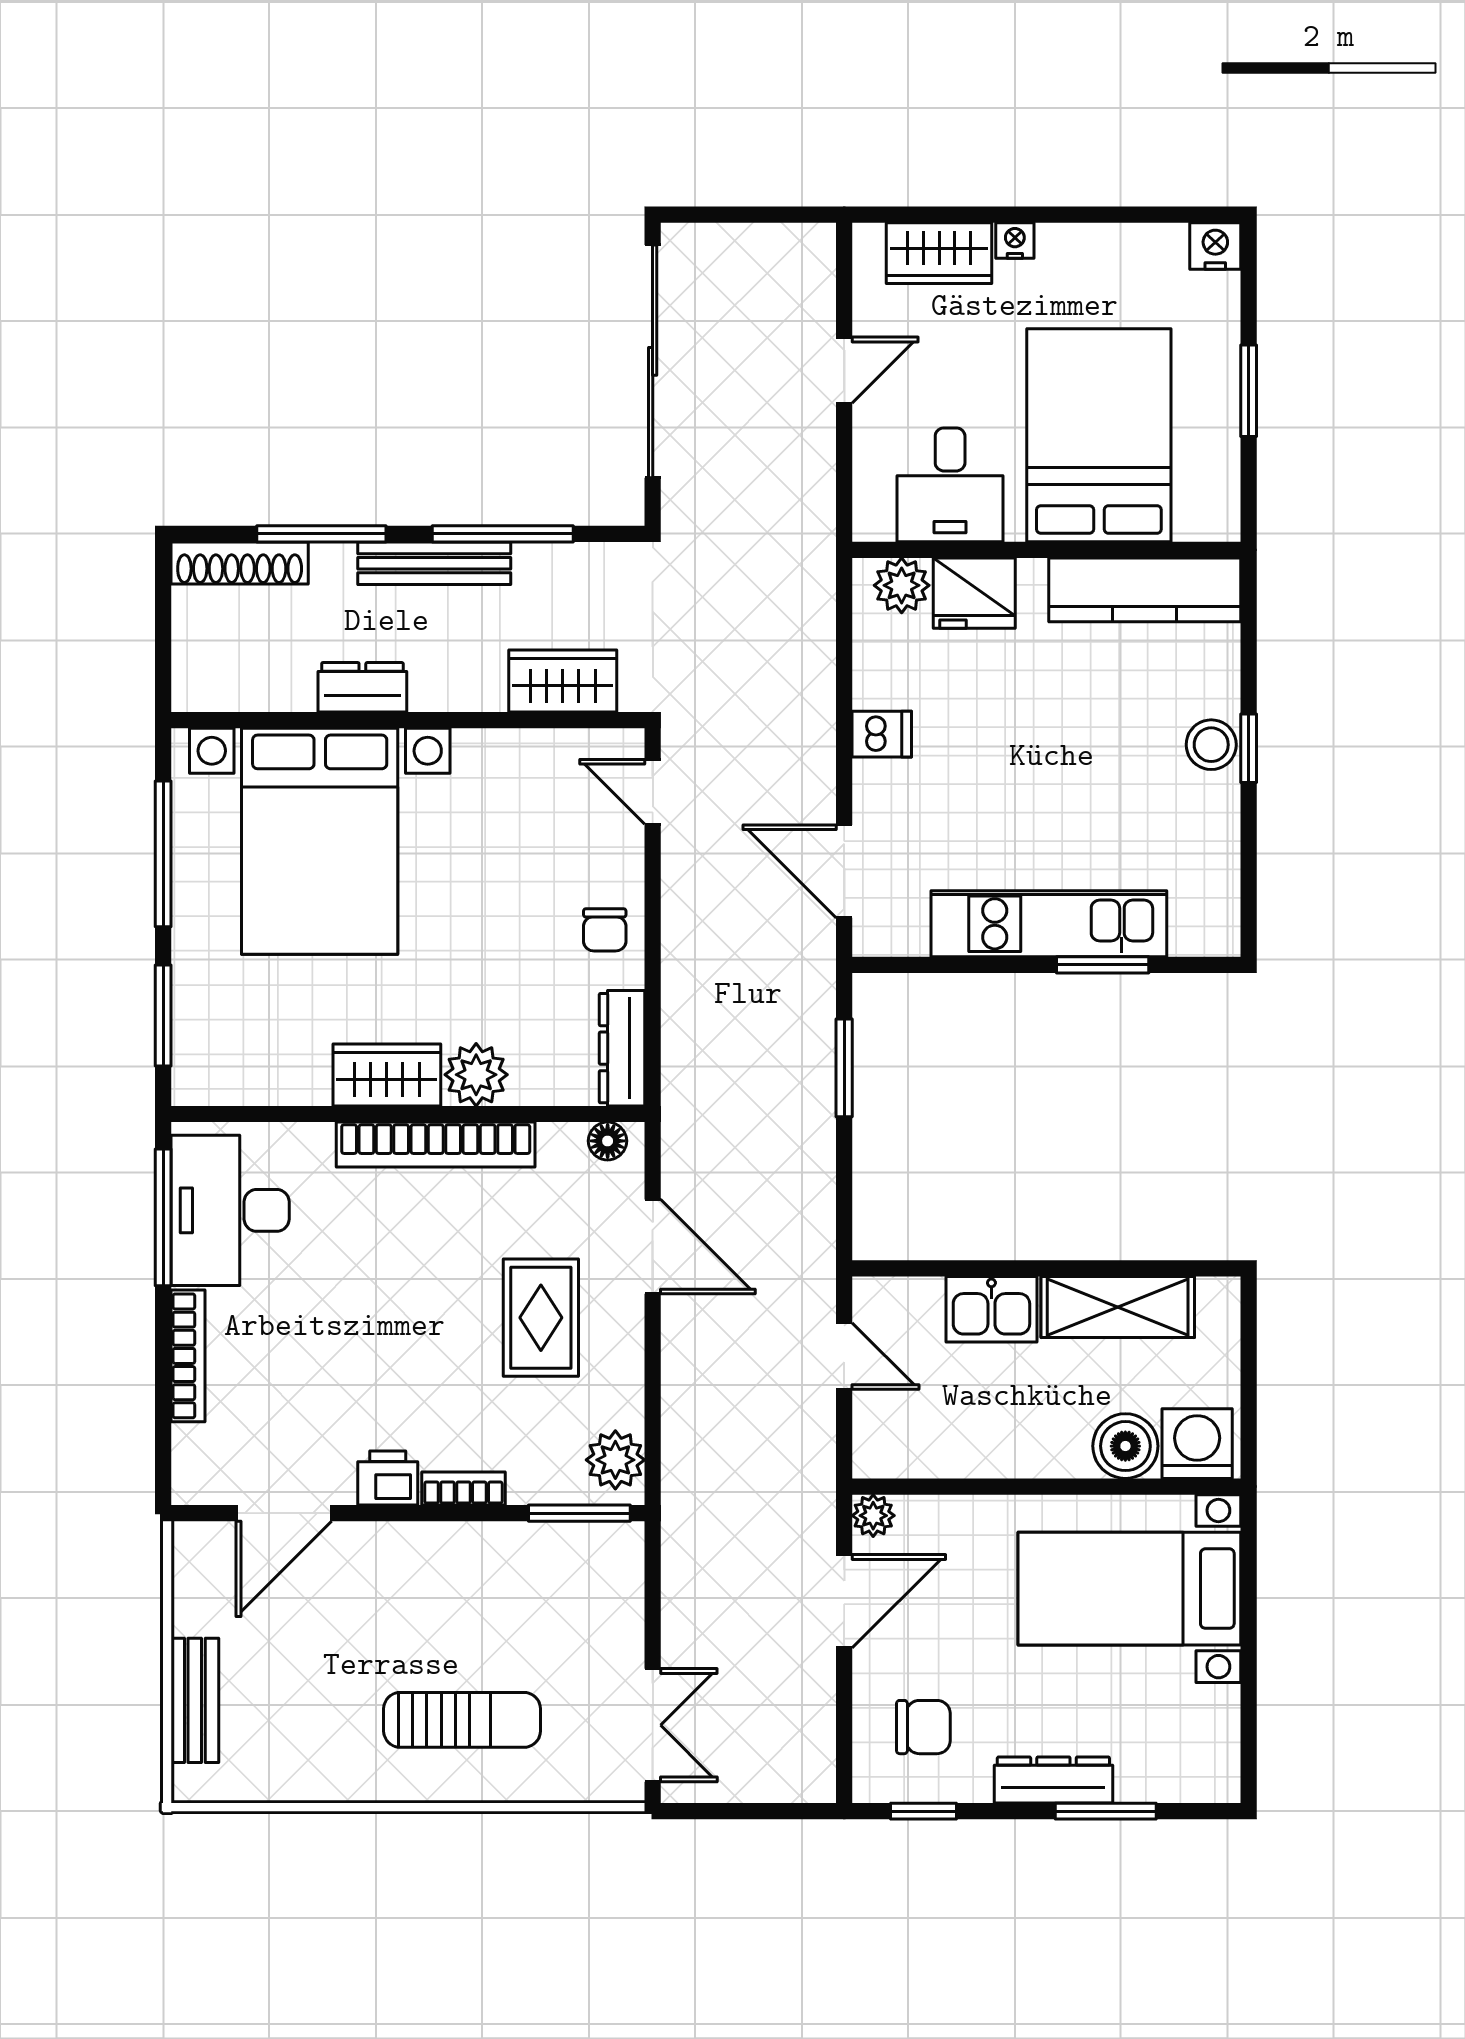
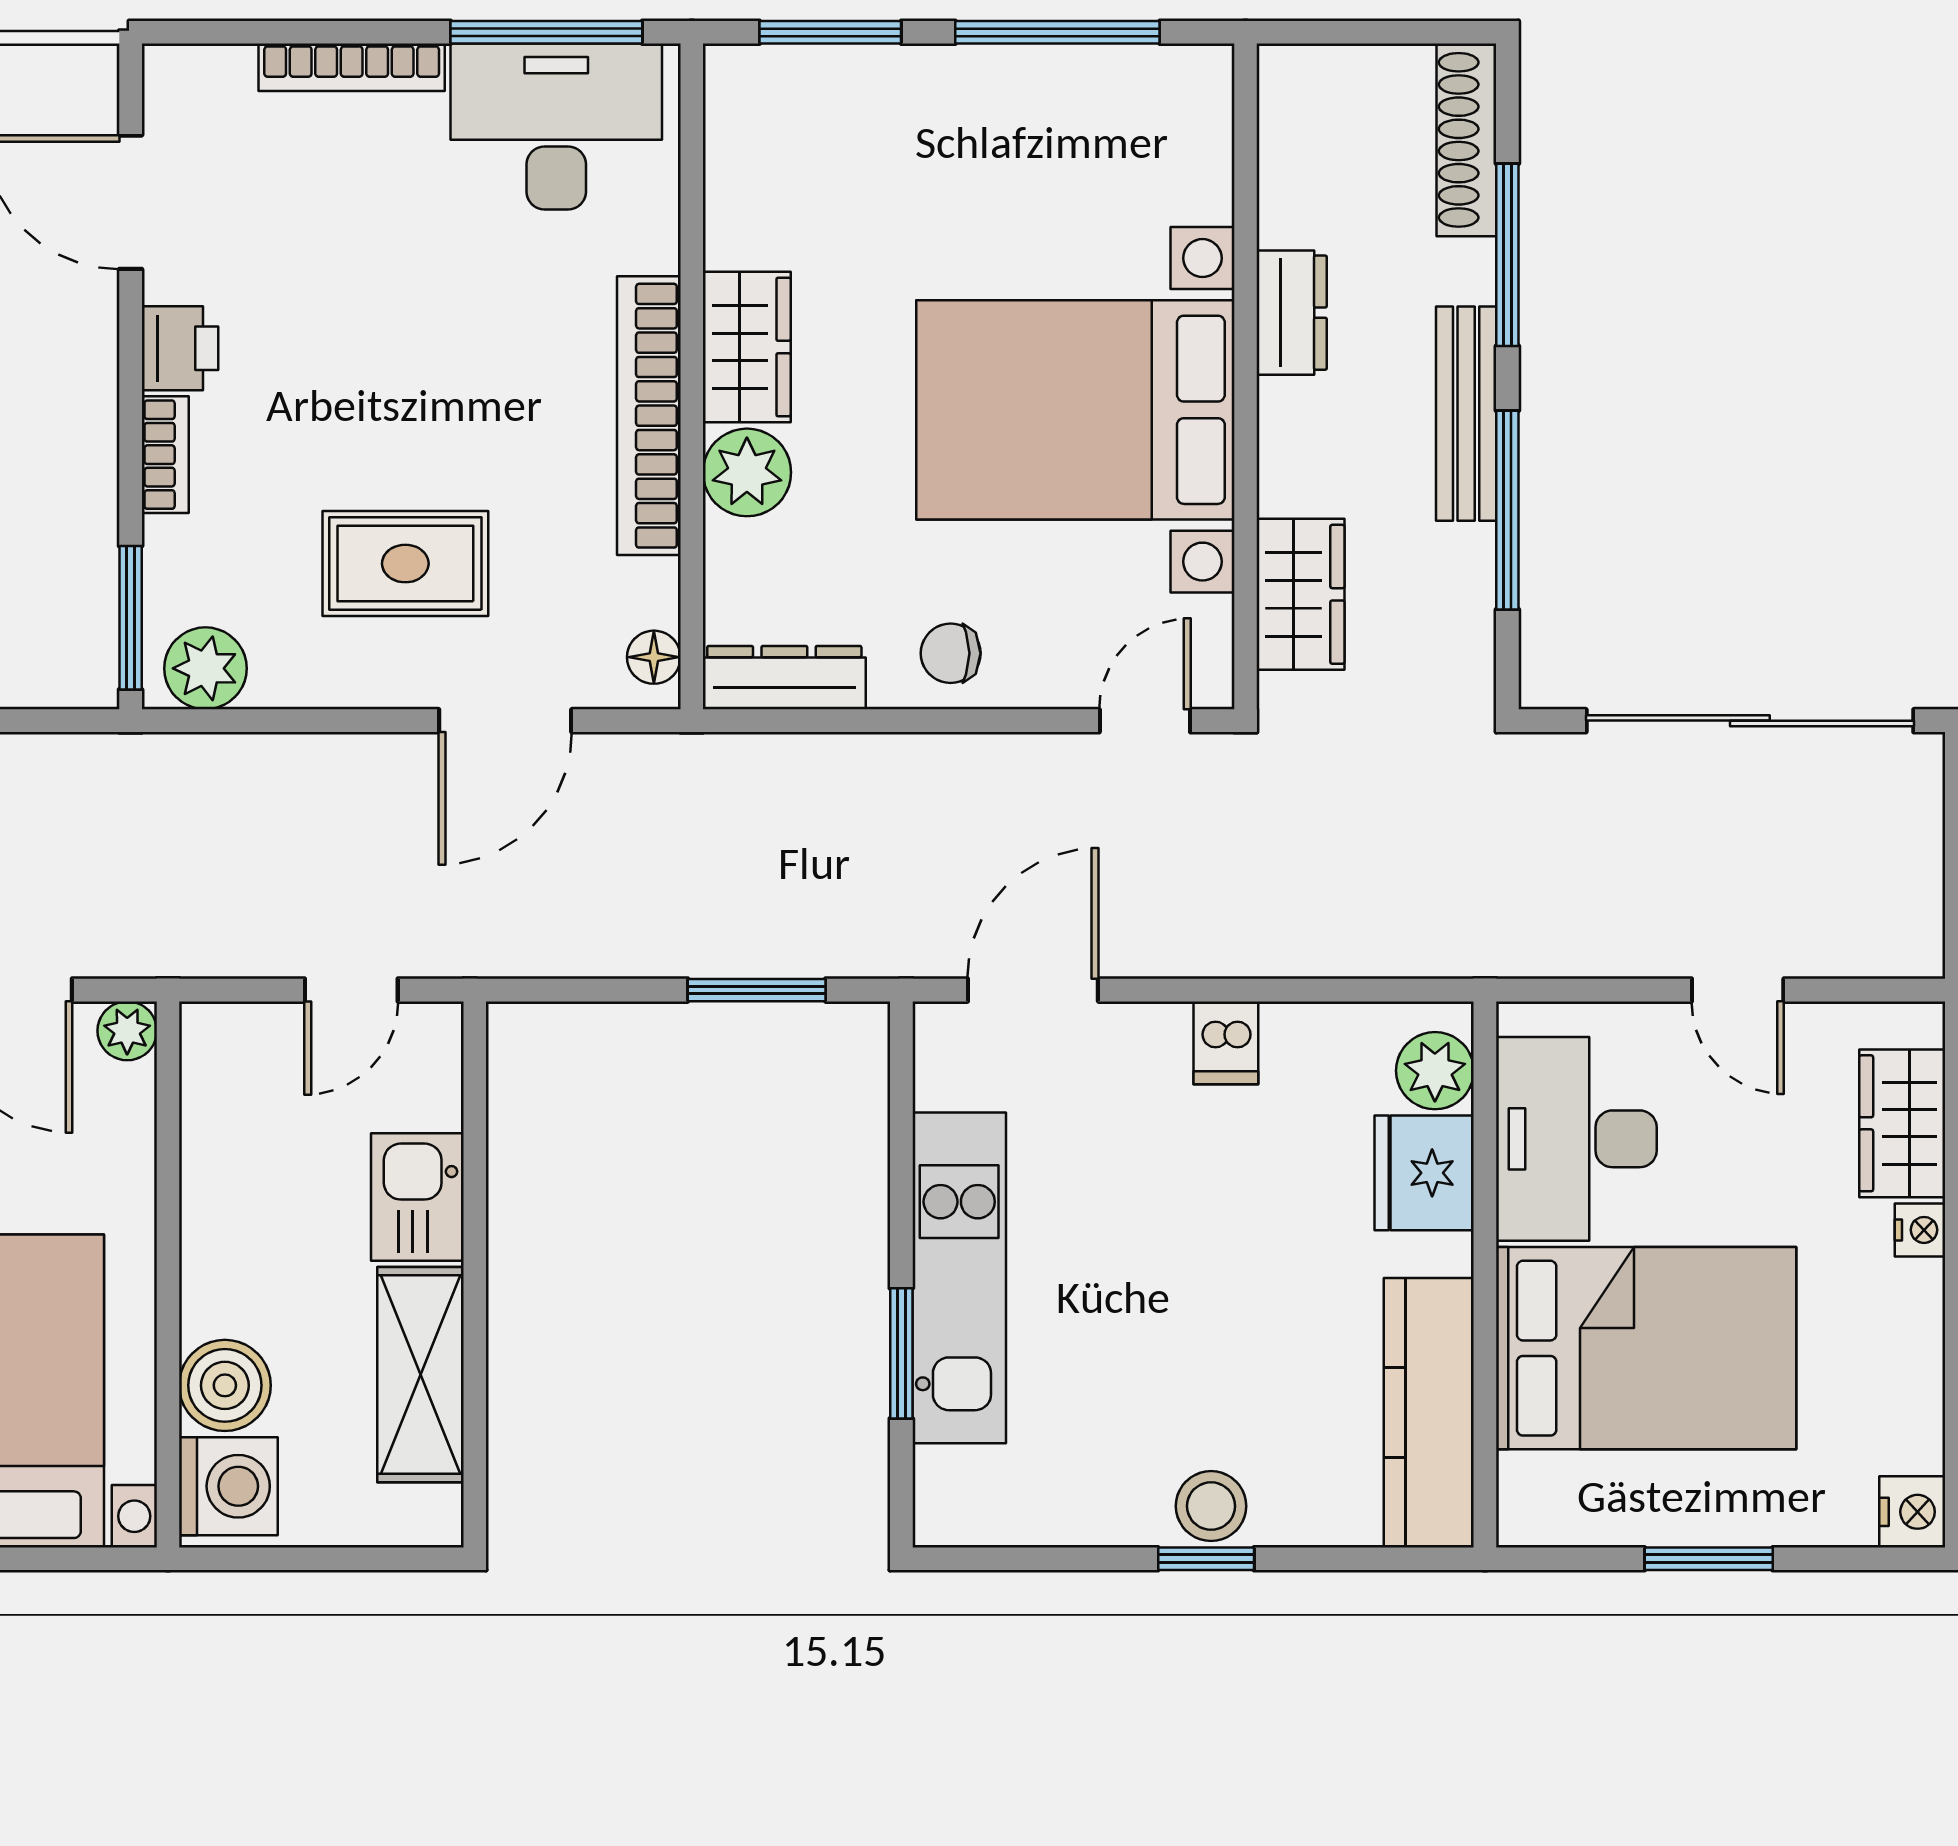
desk: (950, 485) -> (1576, 1139), width x1.37
bed with nightstands: (320, 841) -> (1075, 410), moved

